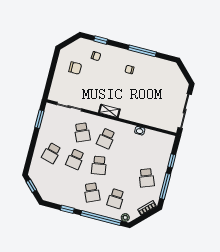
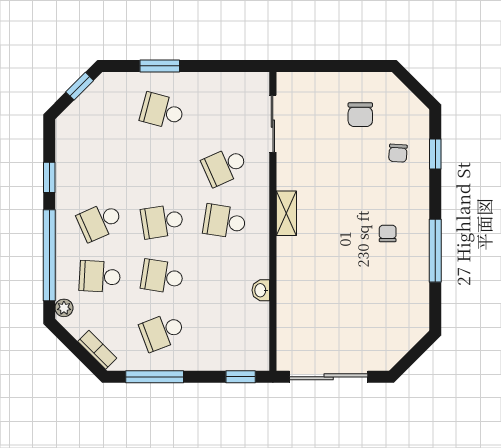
window: (39, 119) -> (160, 66), moved
school desk: (75, 159) -> (162, 276), moved
window: (172, 161) -> (241, 377), moved

